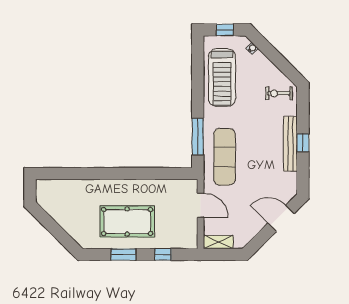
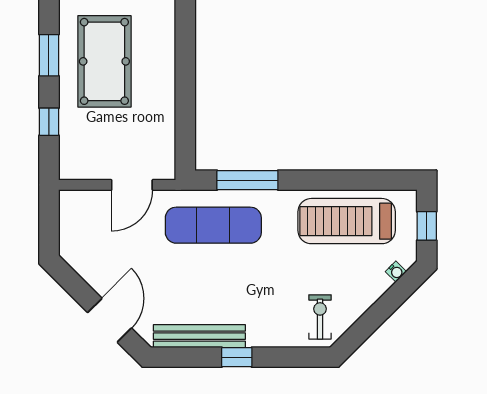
bench: (290, 144) -> (199, 336), moved
shelving: (218, 242) -> (70, 215), removed

